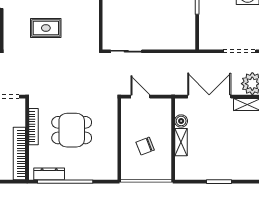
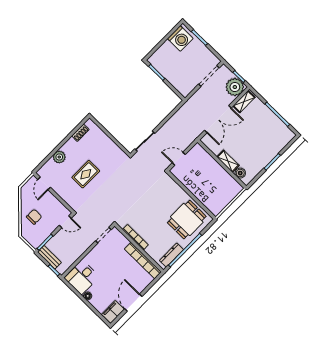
double door: (209, 97) -> (218, 119), swing flipped
boiler: (181, 121) -> (240, 173), moved
dining table: (72, 130) -> (187, 220), moved
chair: (145, 146) -> (210, 184), removed

